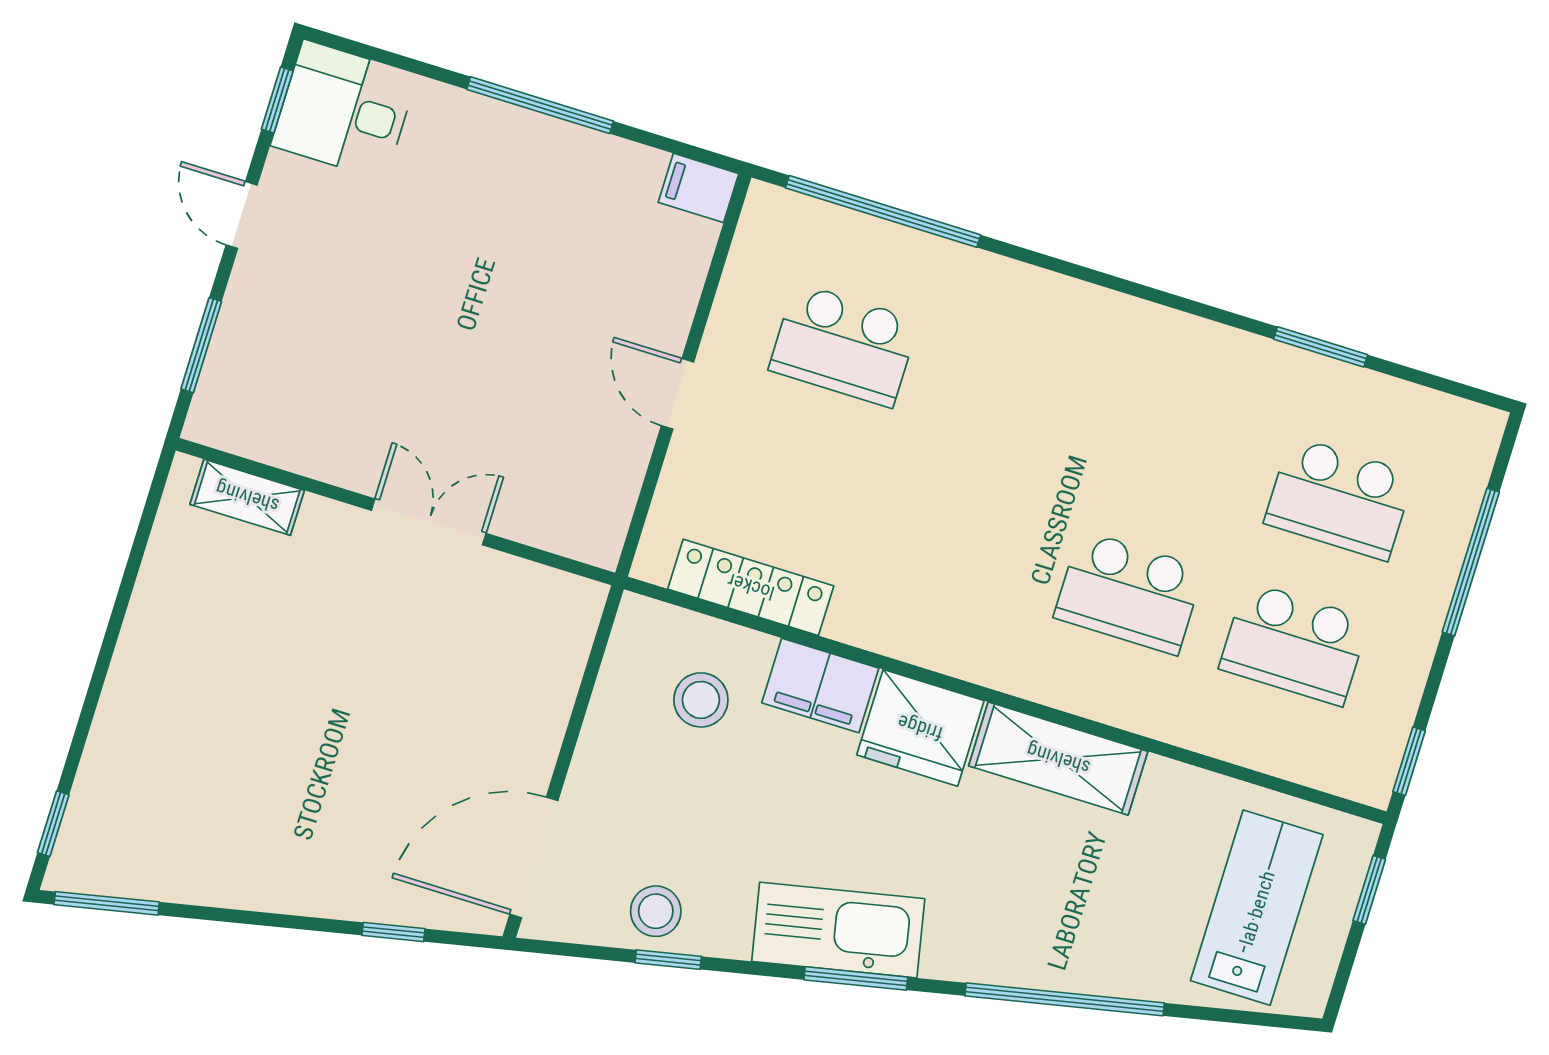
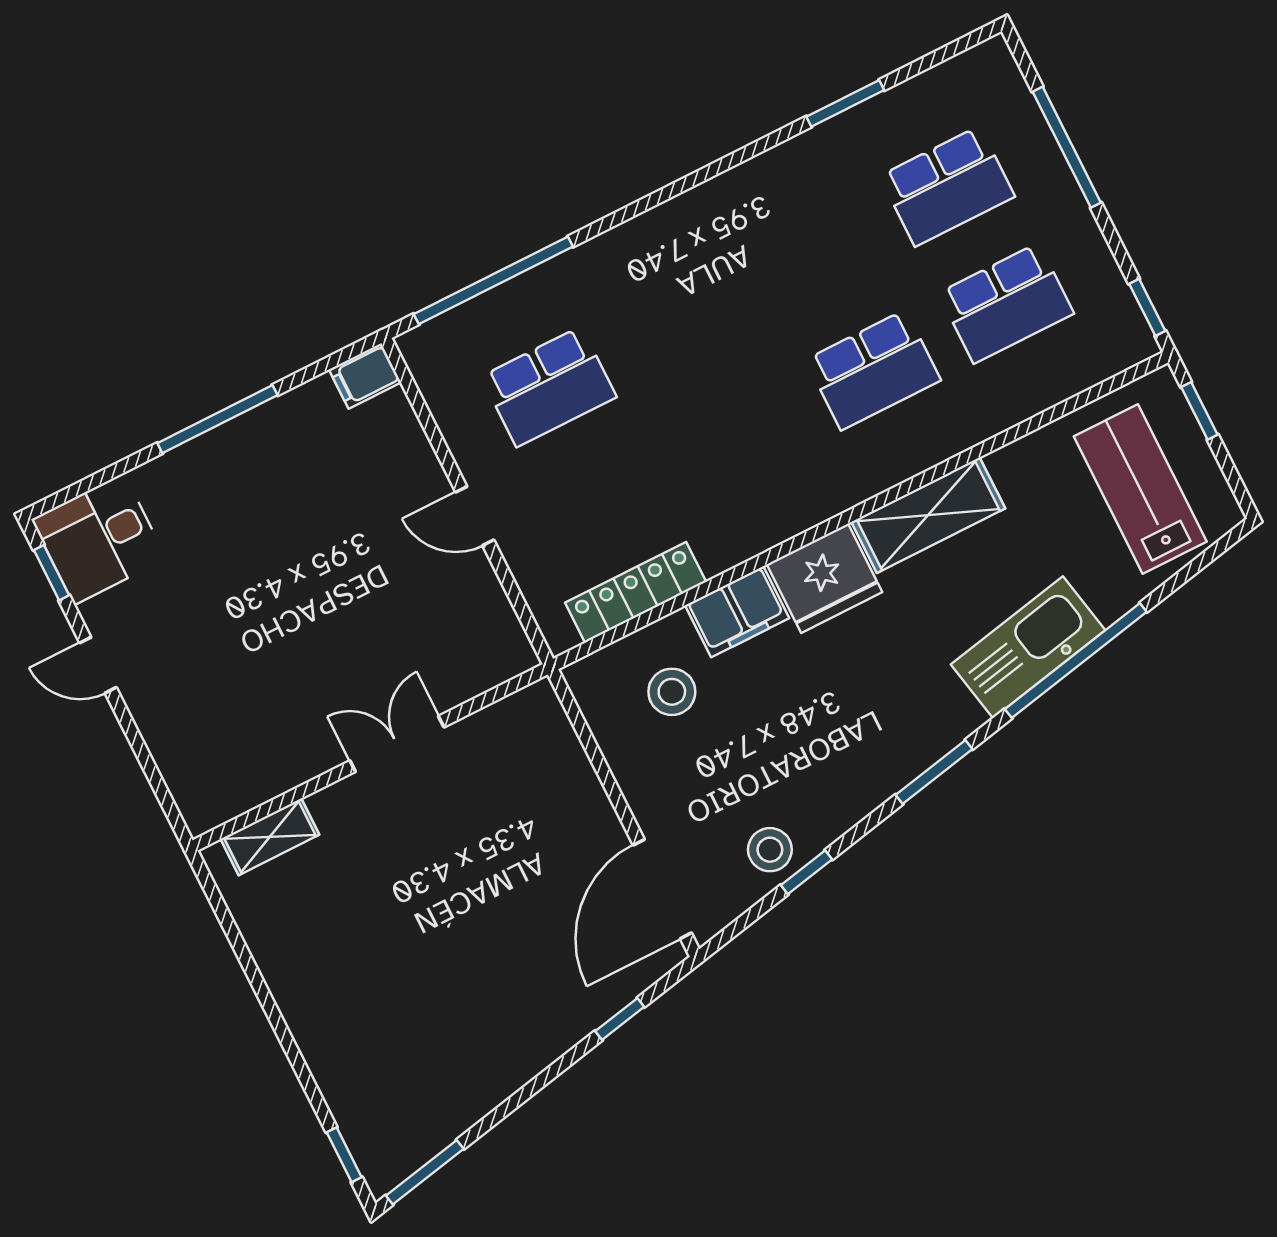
window: (201, 345) -> (151, 770), removed
kitchen sink: (838, 930) -> (1028, 647), moved

